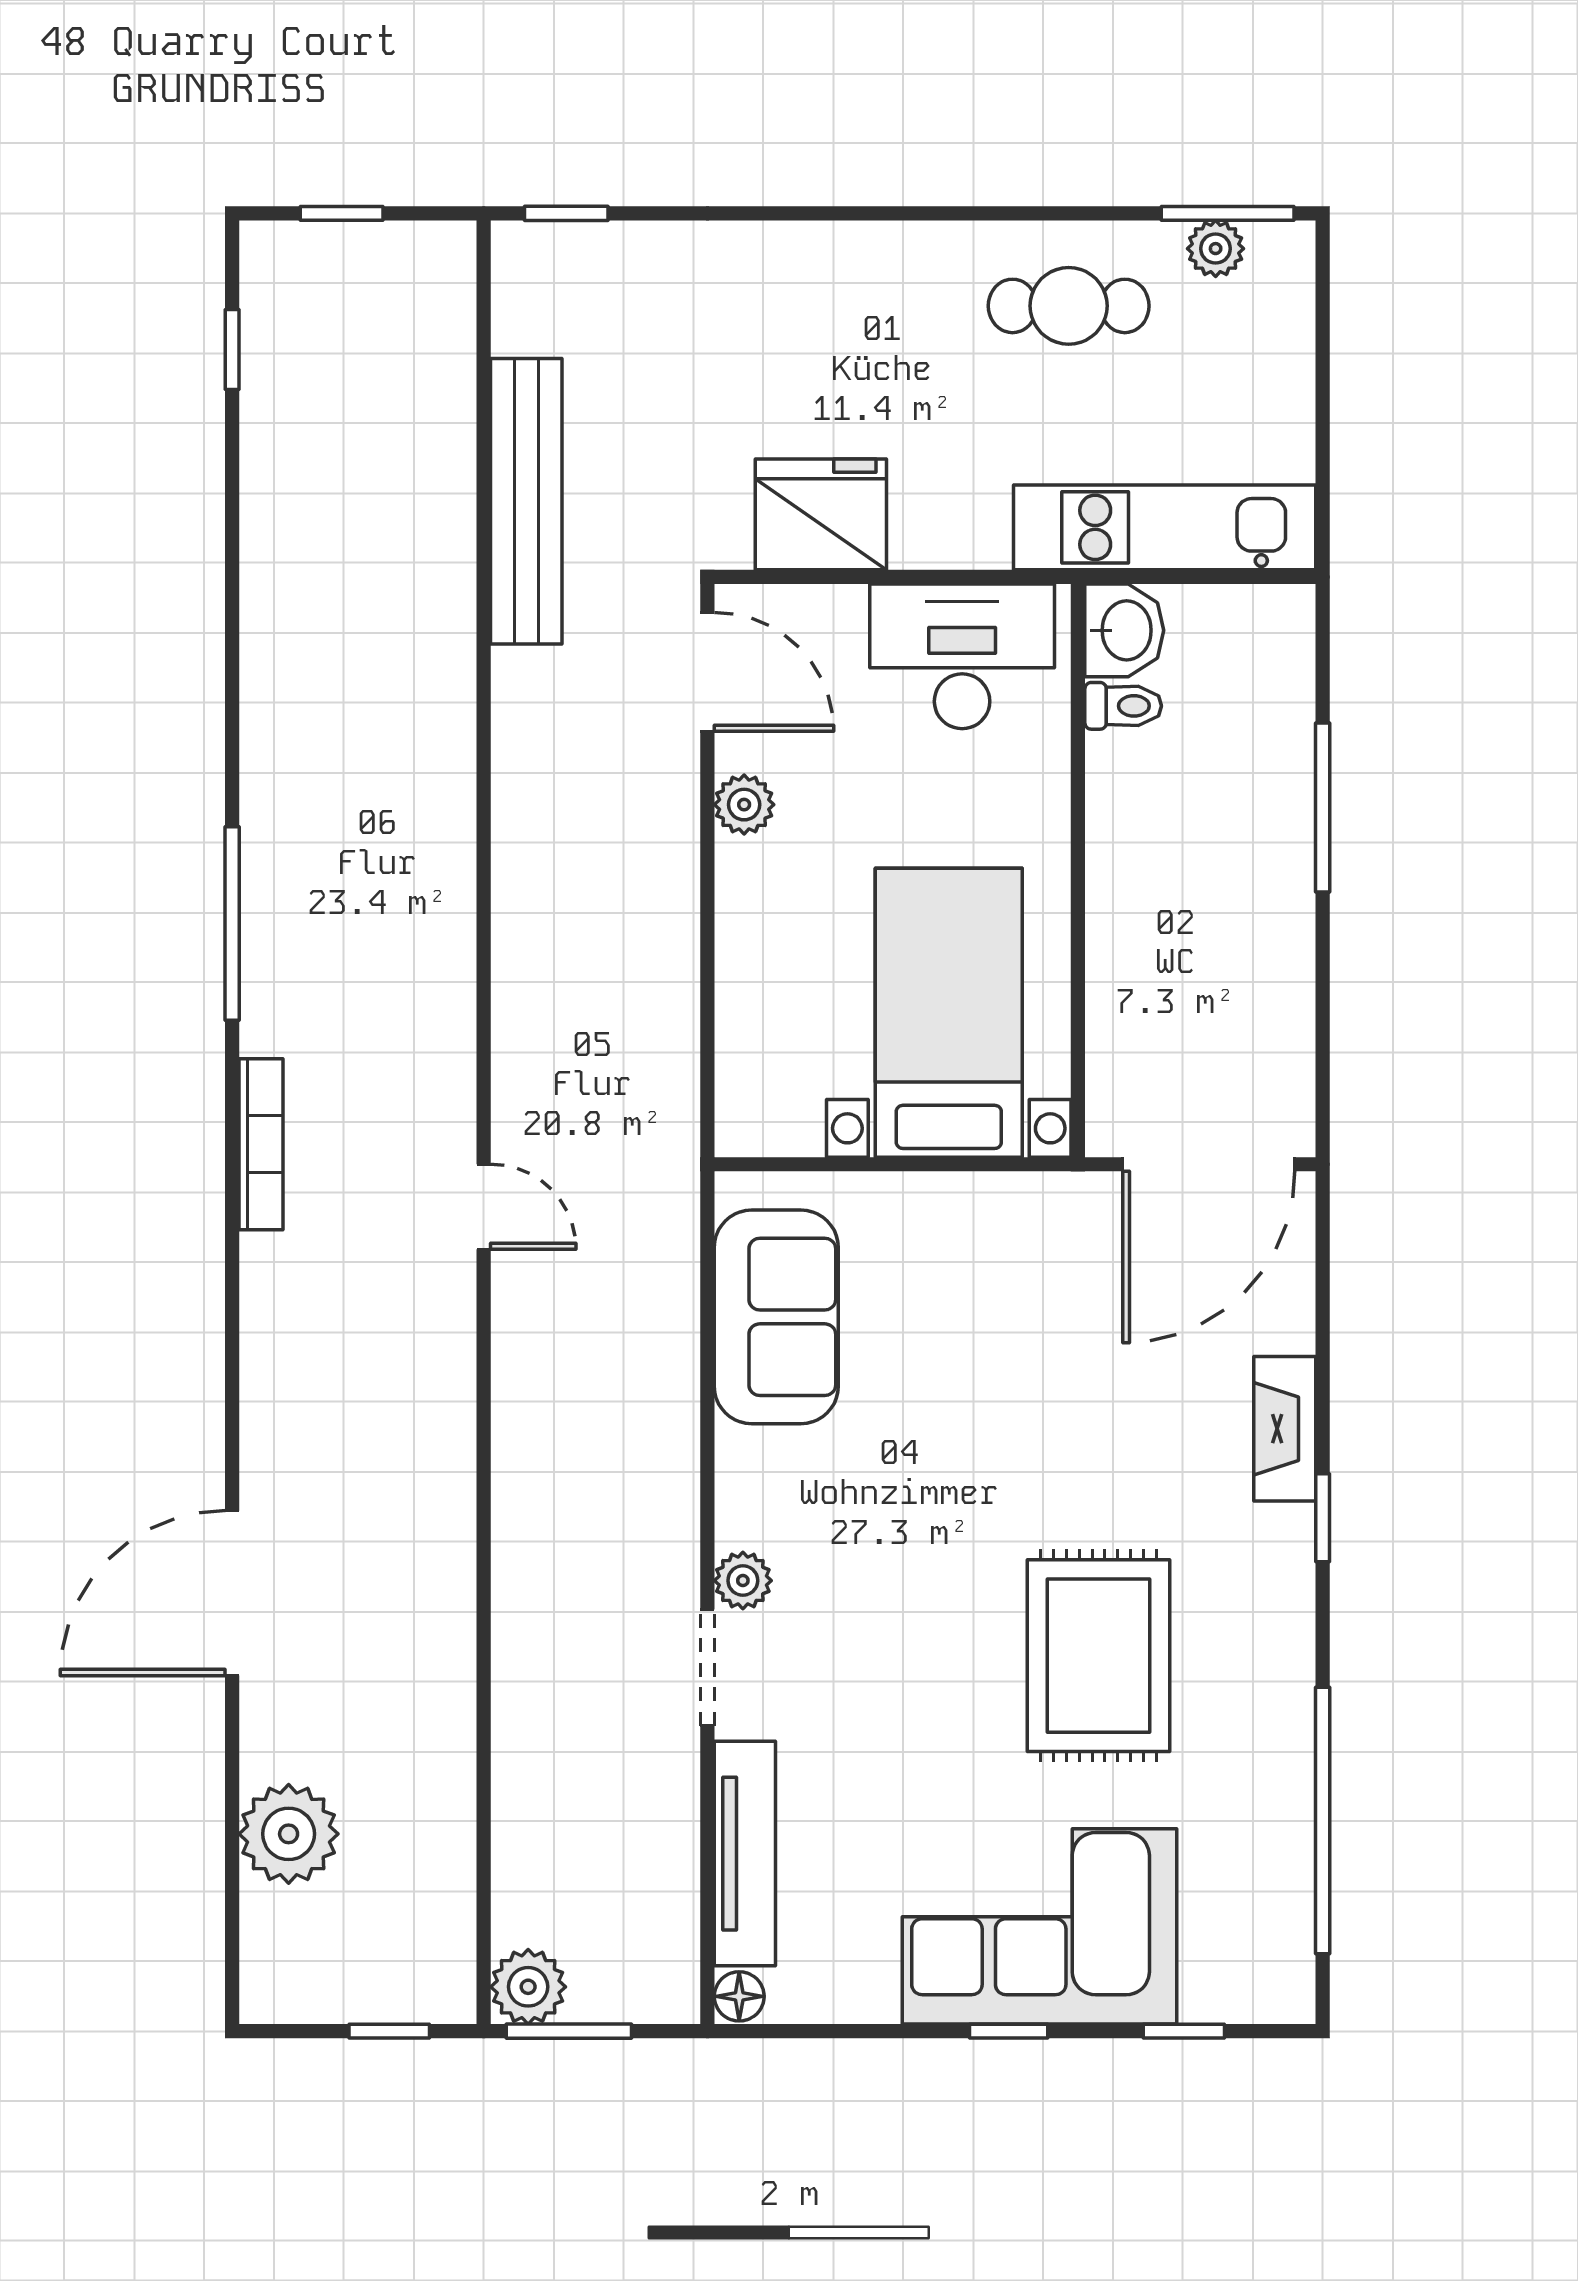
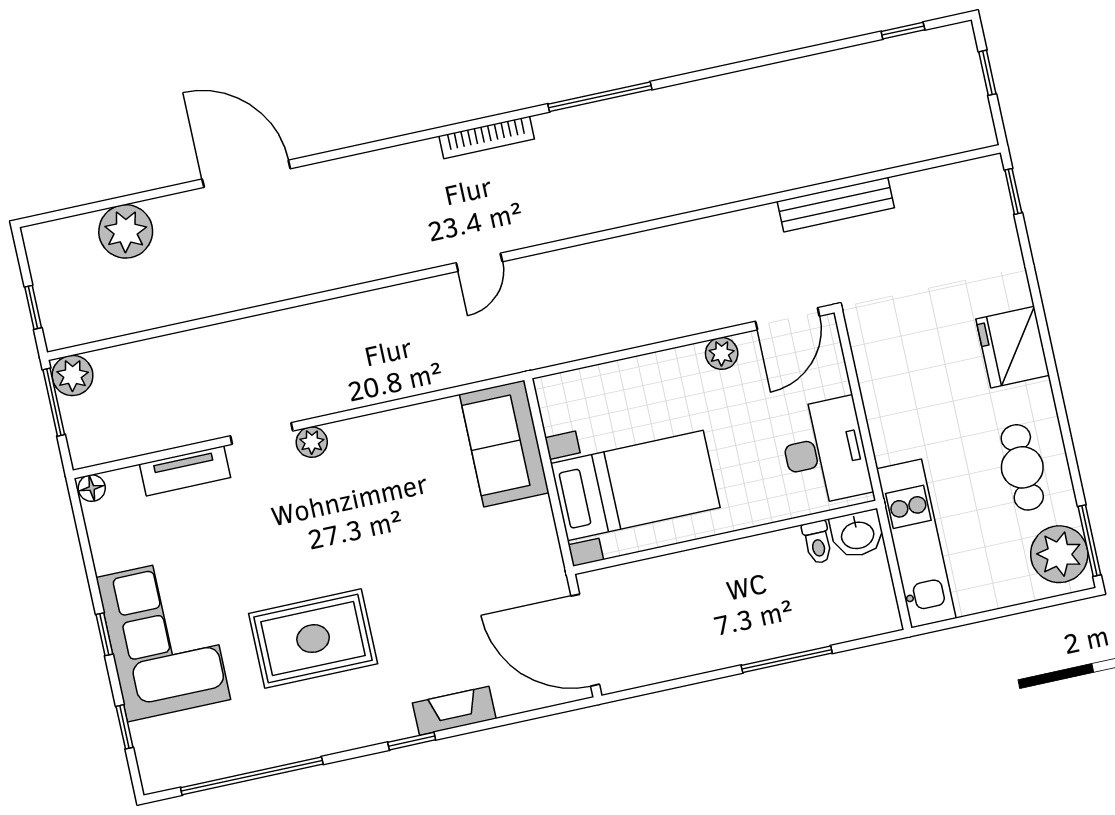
plant: (1216, 249) -> (1059, 554), width x1.87, depth x1.87
bench: (526, 501) -> (836, 205), width x0.73, depth x0.82
fridge: (821, 514) -> (1013, 347), moved, turned 180
sofa: (776, 1317) -> (504, 444), moved, turned 90
tv unit: (745, 1854) -> (185, 471), width x0.71

